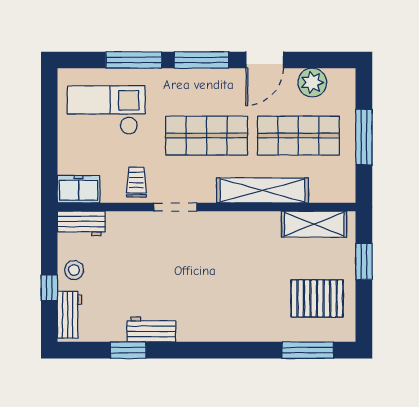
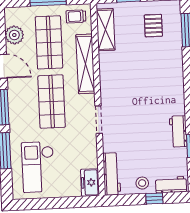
trolley: (136, 182) -> (76, 16), moved
workbench: (81, 223) -> (112, 174), width x1.37
pallet: (317, 298) -> (153, 26), width x0.67, depth x0.71

